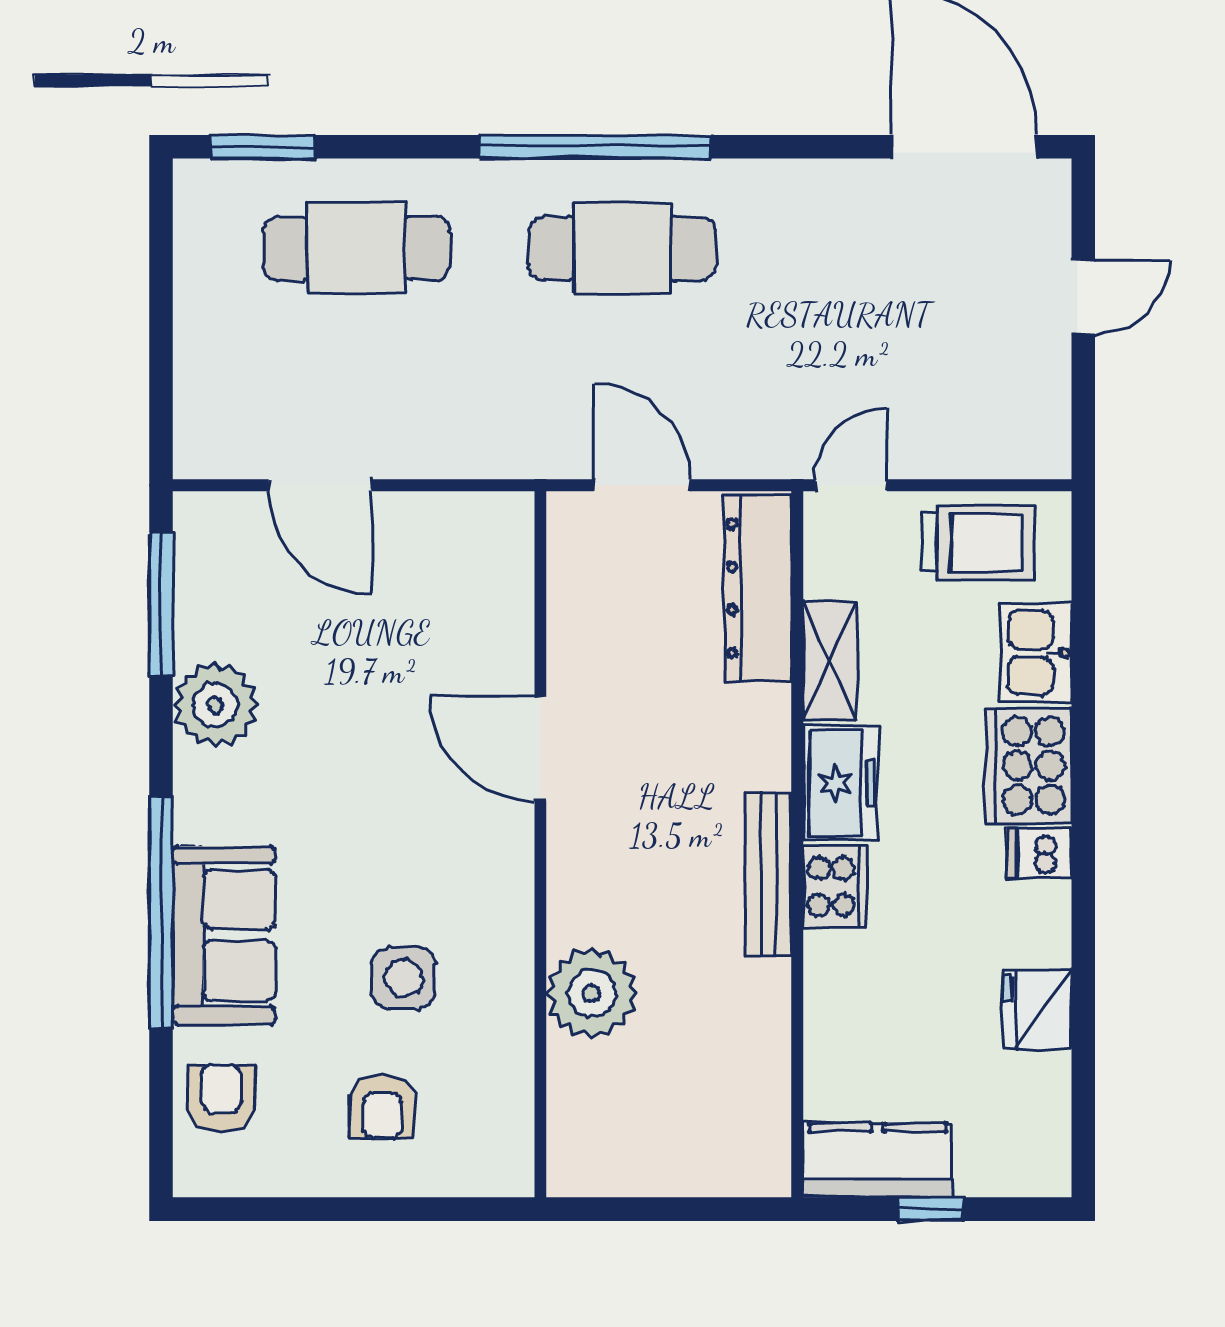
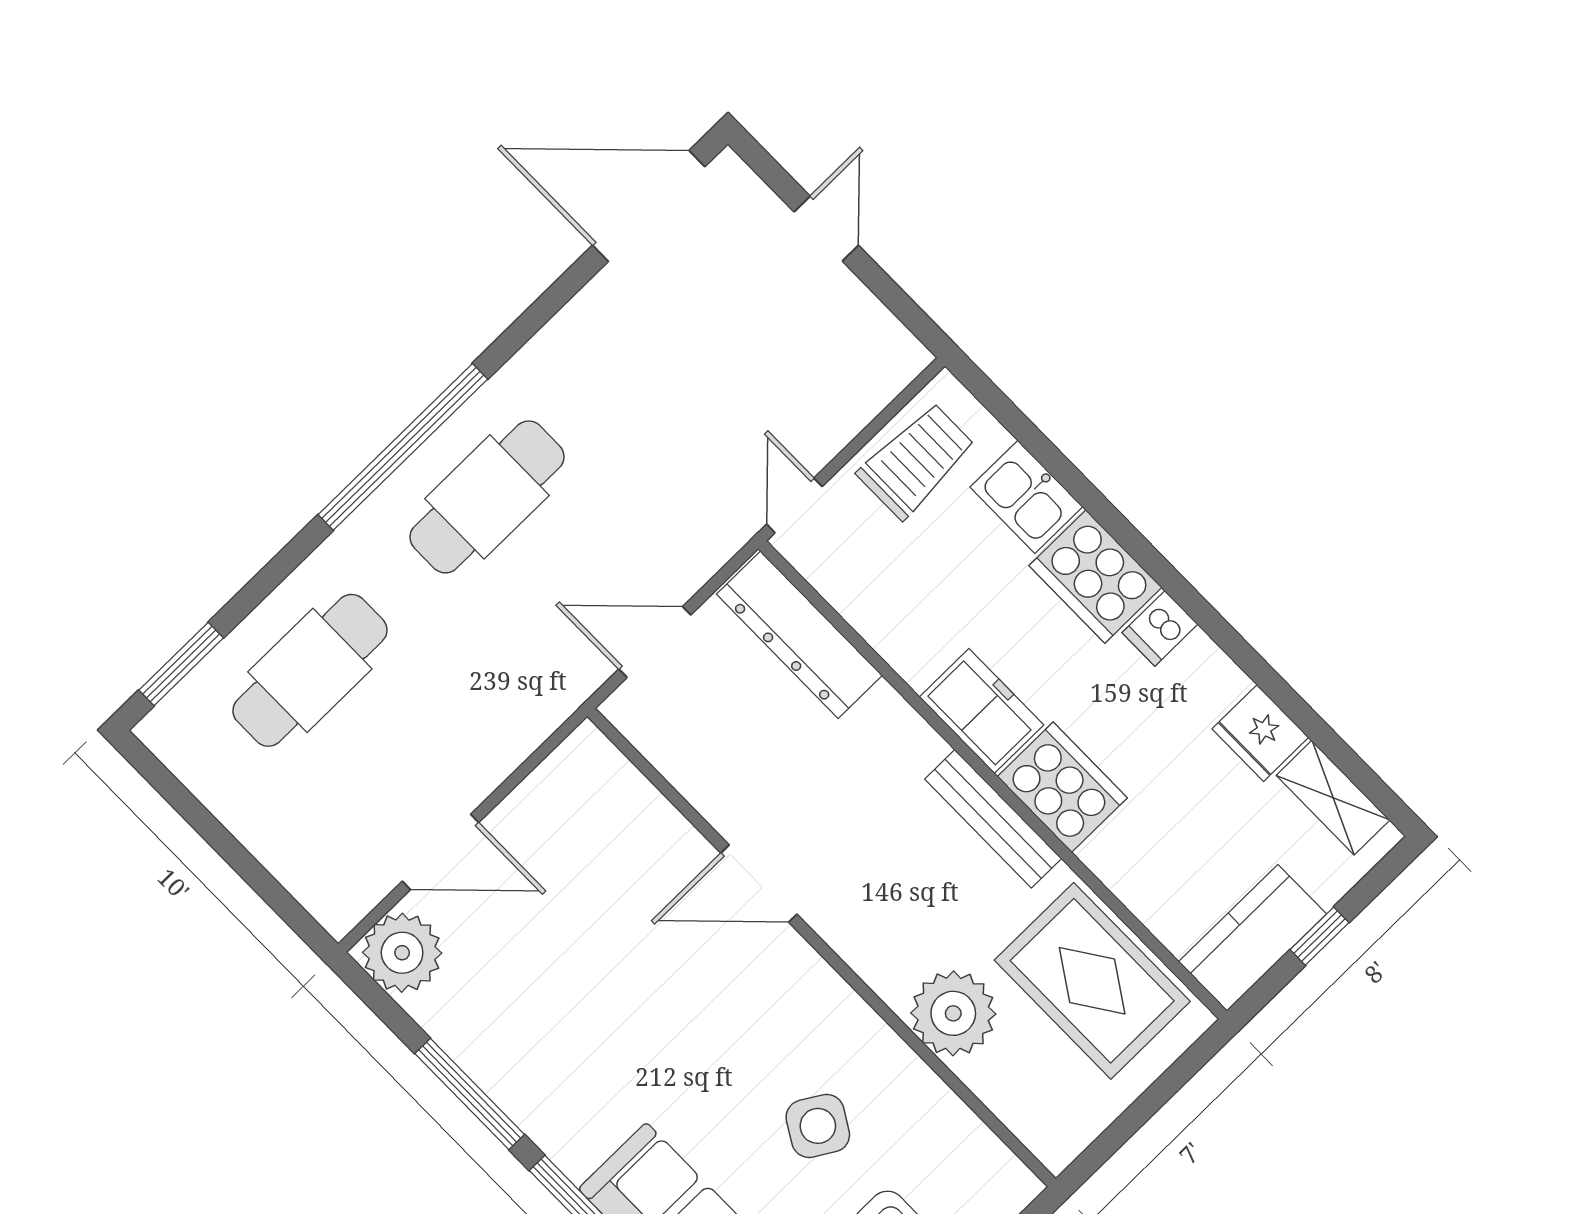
window: (161, 604) -> (470, 1094), moved
shelving: (830, 661) -> (1333, 798), moved
plant: (215, 705) -> (402, 953), moved
cooker: (835, 887) -> (1062, 787), width x1.37, depth x1.31
side table: (404, 978) -> (818, 1126), turned 31
rug: (723, 1073) -> (1092, 981), added

